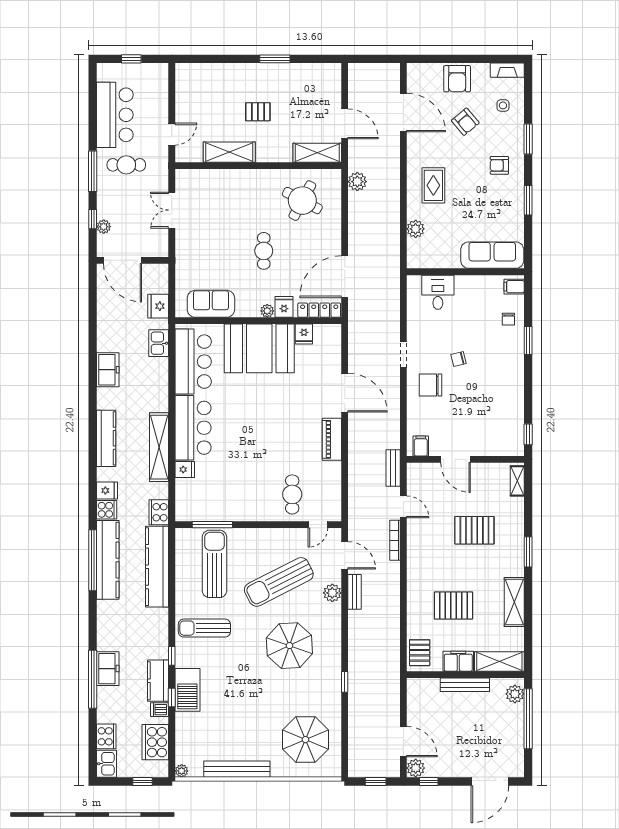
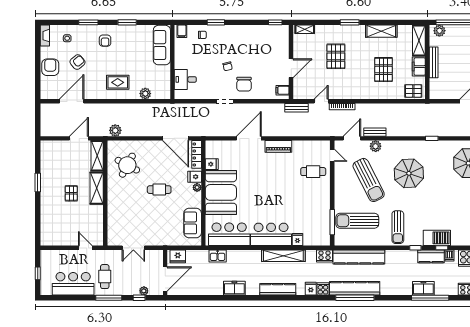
armchair: (457, 79) -> (50, 67), turned -90
shelving: (229, 152) -> (97, 188), moved
fridge: (158, 306) -> (178, 256), moved

